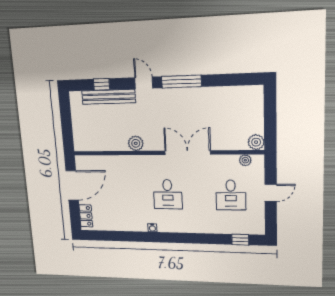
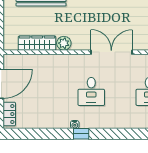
wardrobe: (108, 144) -> (37, 43), added
window: (159, 237) -> (81, 134), added

